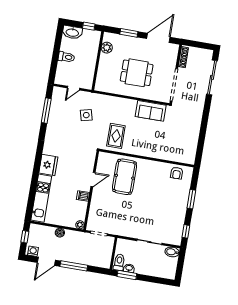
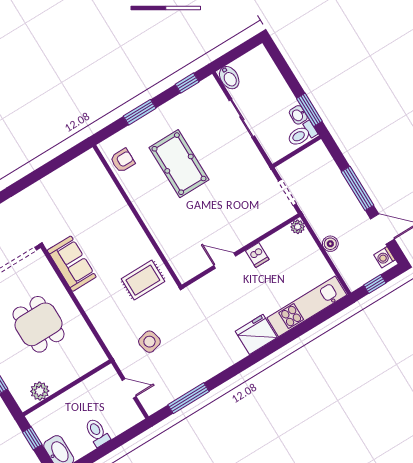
pool table: (125, 177) -> (179, 164), moved, turned 90

